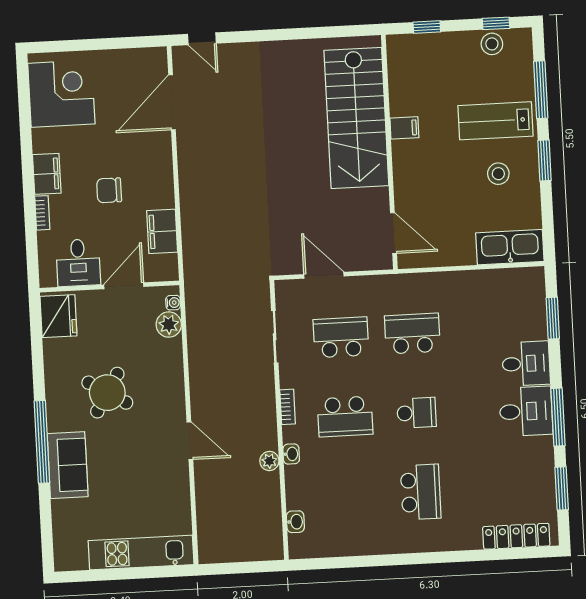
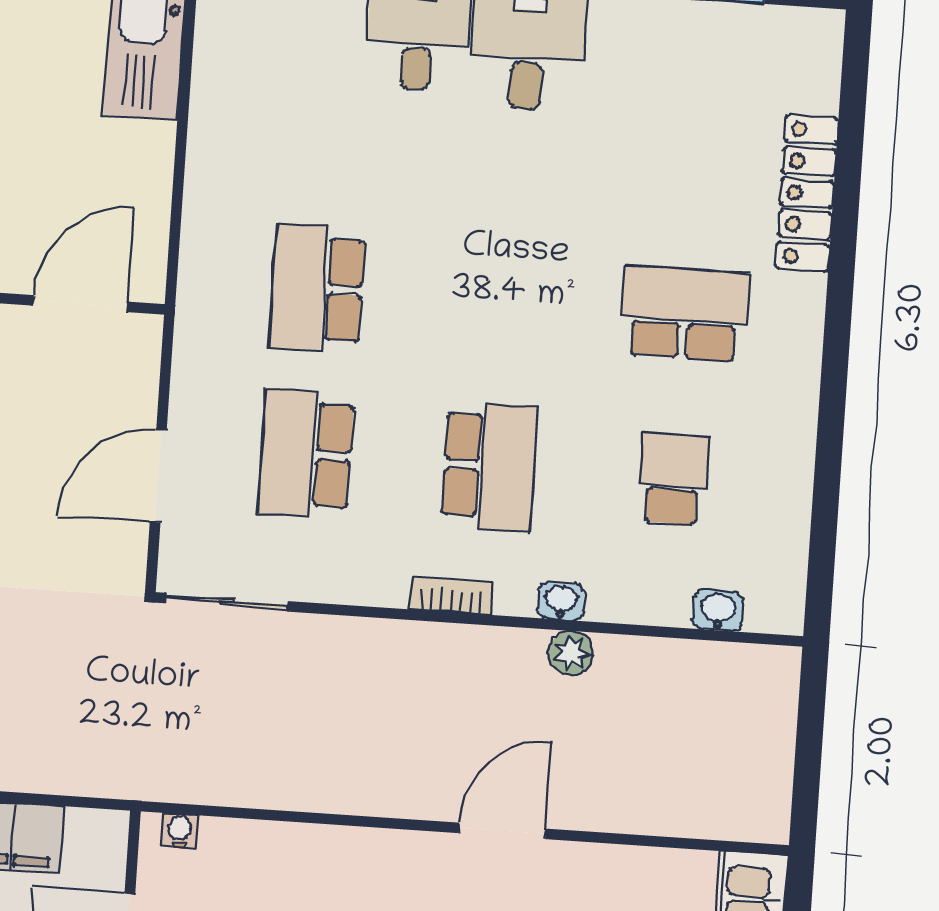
plant: (169, 325) -> (229, 847), removed
sliding door: (275, 337) -> (227, 602), moved
school desk: (417, 413) -> (673, 479), moved
locker: (516, 536) -> (807, 193), moved

